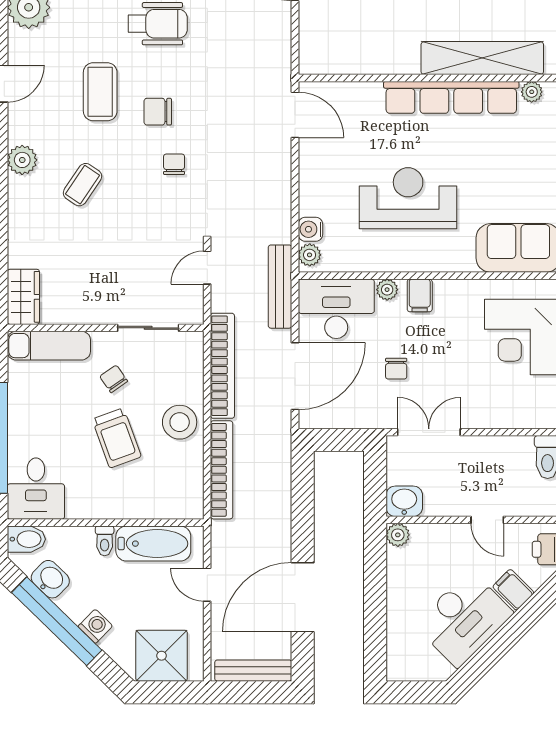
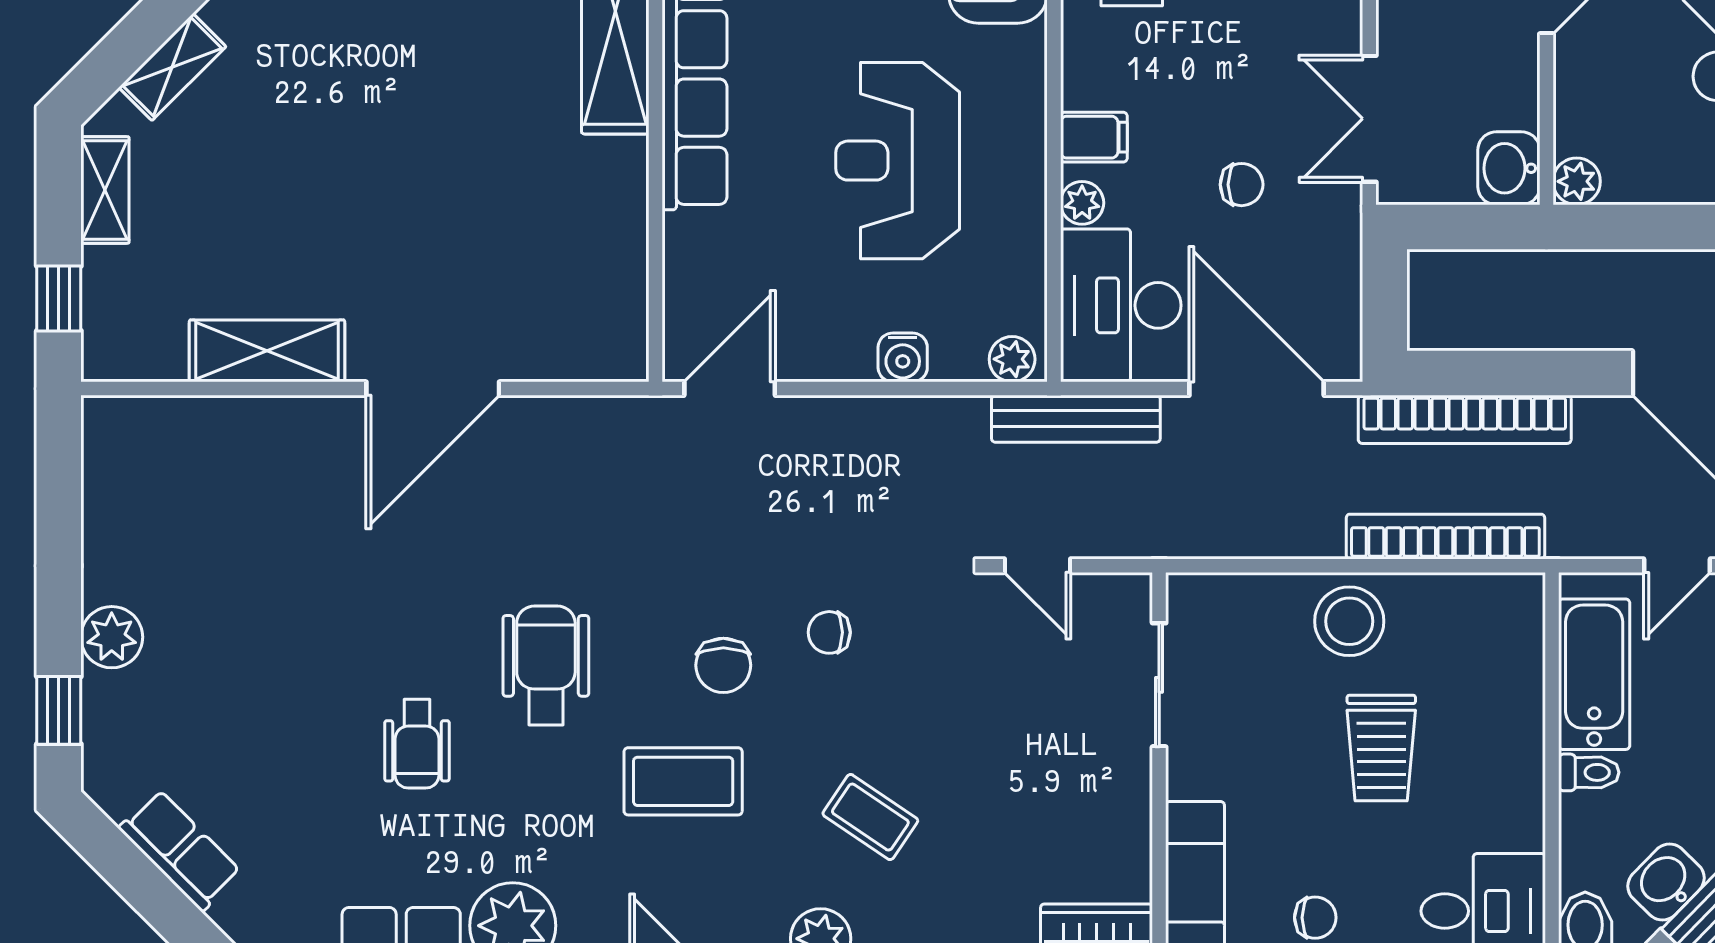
water cooler: (310, 229) -> (903, 357), moved
bookcase: (222, 366) -> (1465, 419), moved, turned 180
chair: (114, 379) -> (1315, 918), moved, turned -145
trolley: (117, 438) -> (1381, 748), turned 110

